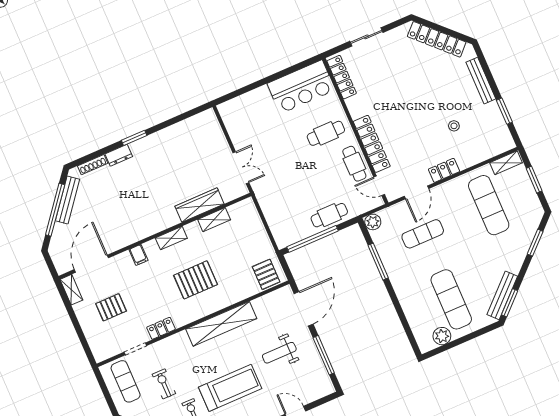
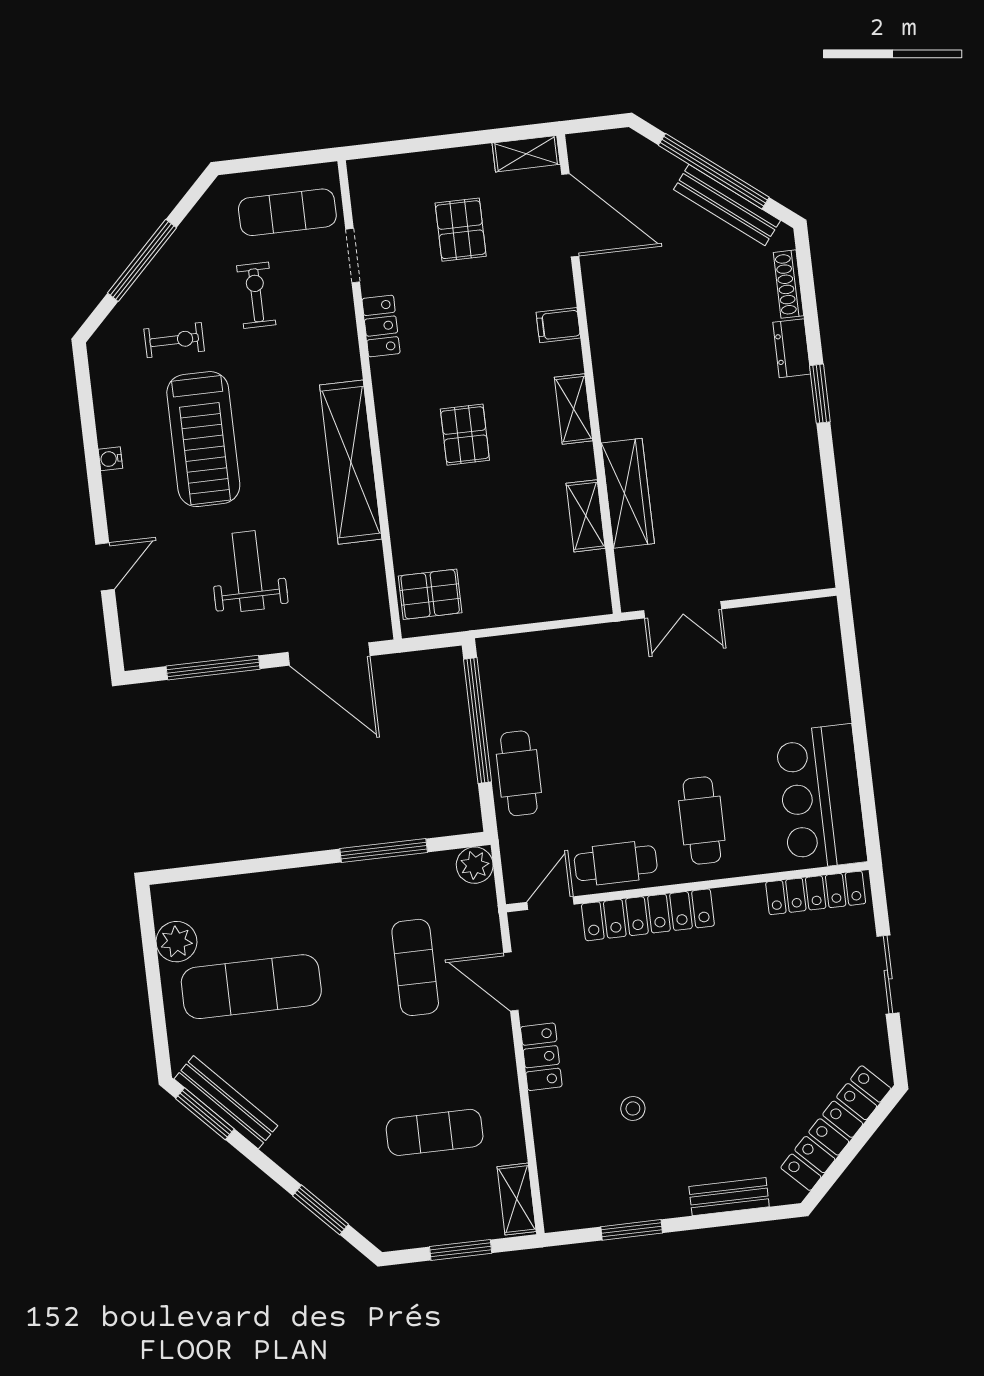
bench: (481, 81) -> (729, 1197), width x0.73
exercise mat: (489, 205) -> (435, 1132), width x0.73, depth x0.69
pallet: (196, 280) -> (465, 435), width x0.67, depth x0.71
exercise bike: (164, 384) -> (256, 295), turned -90

